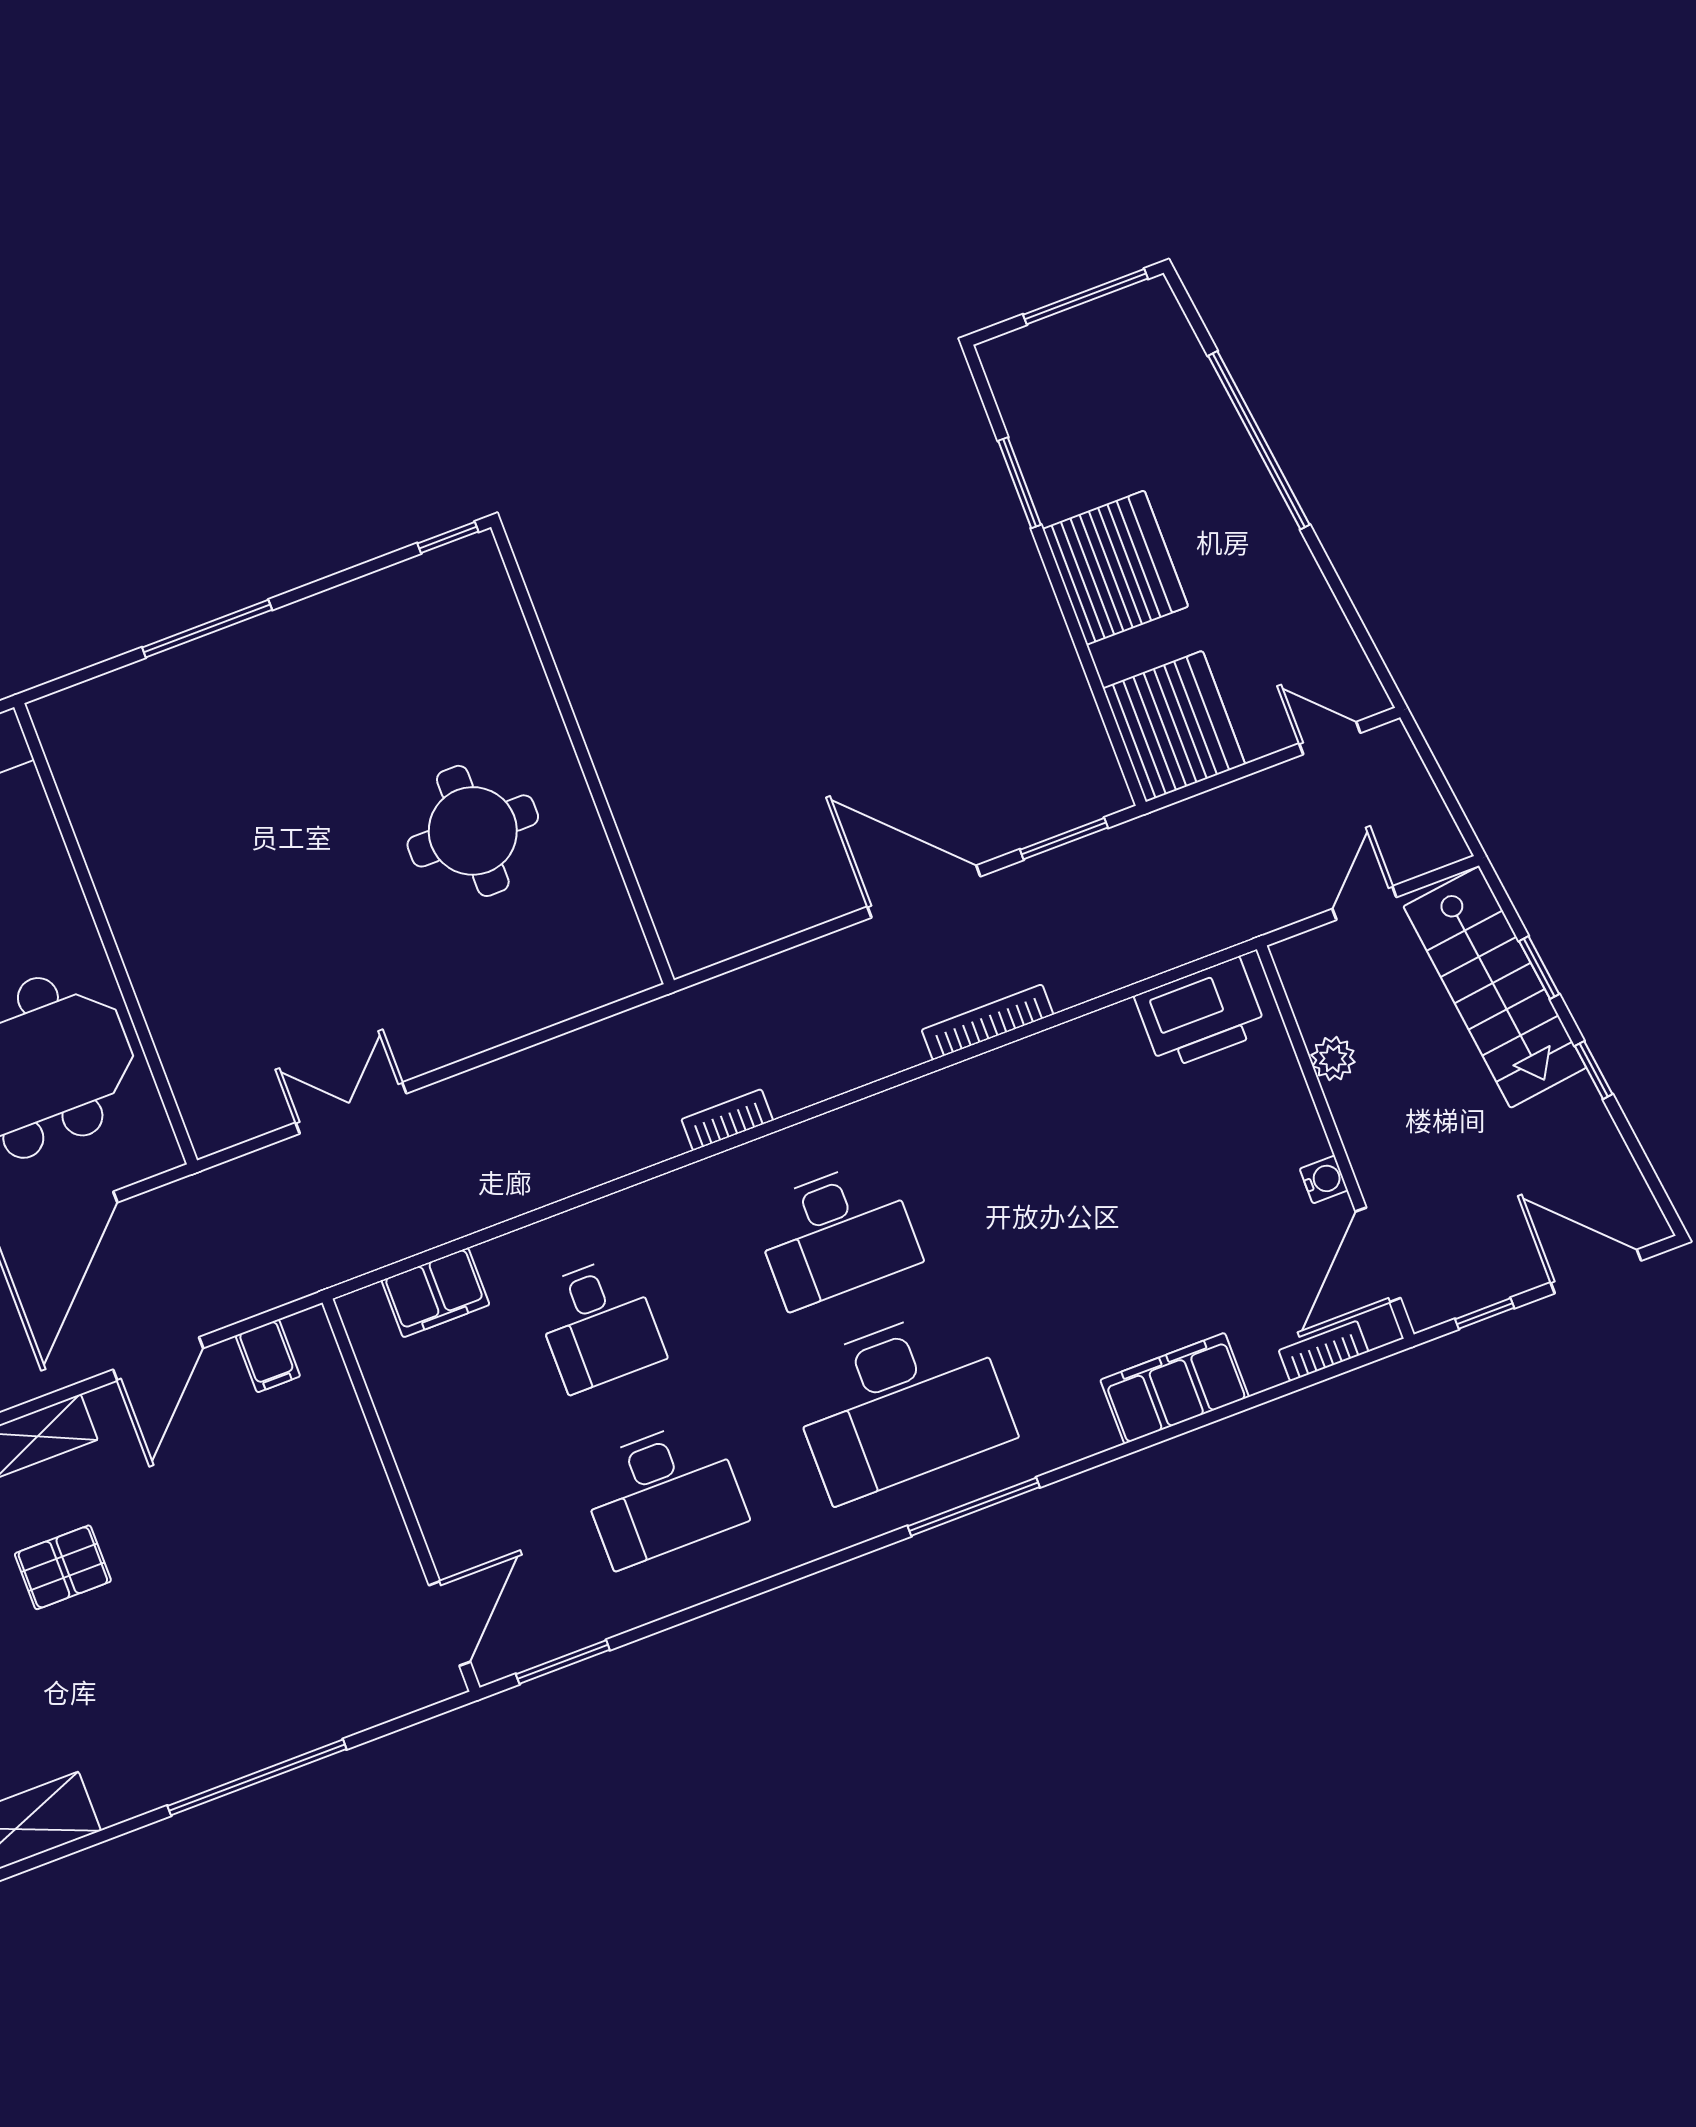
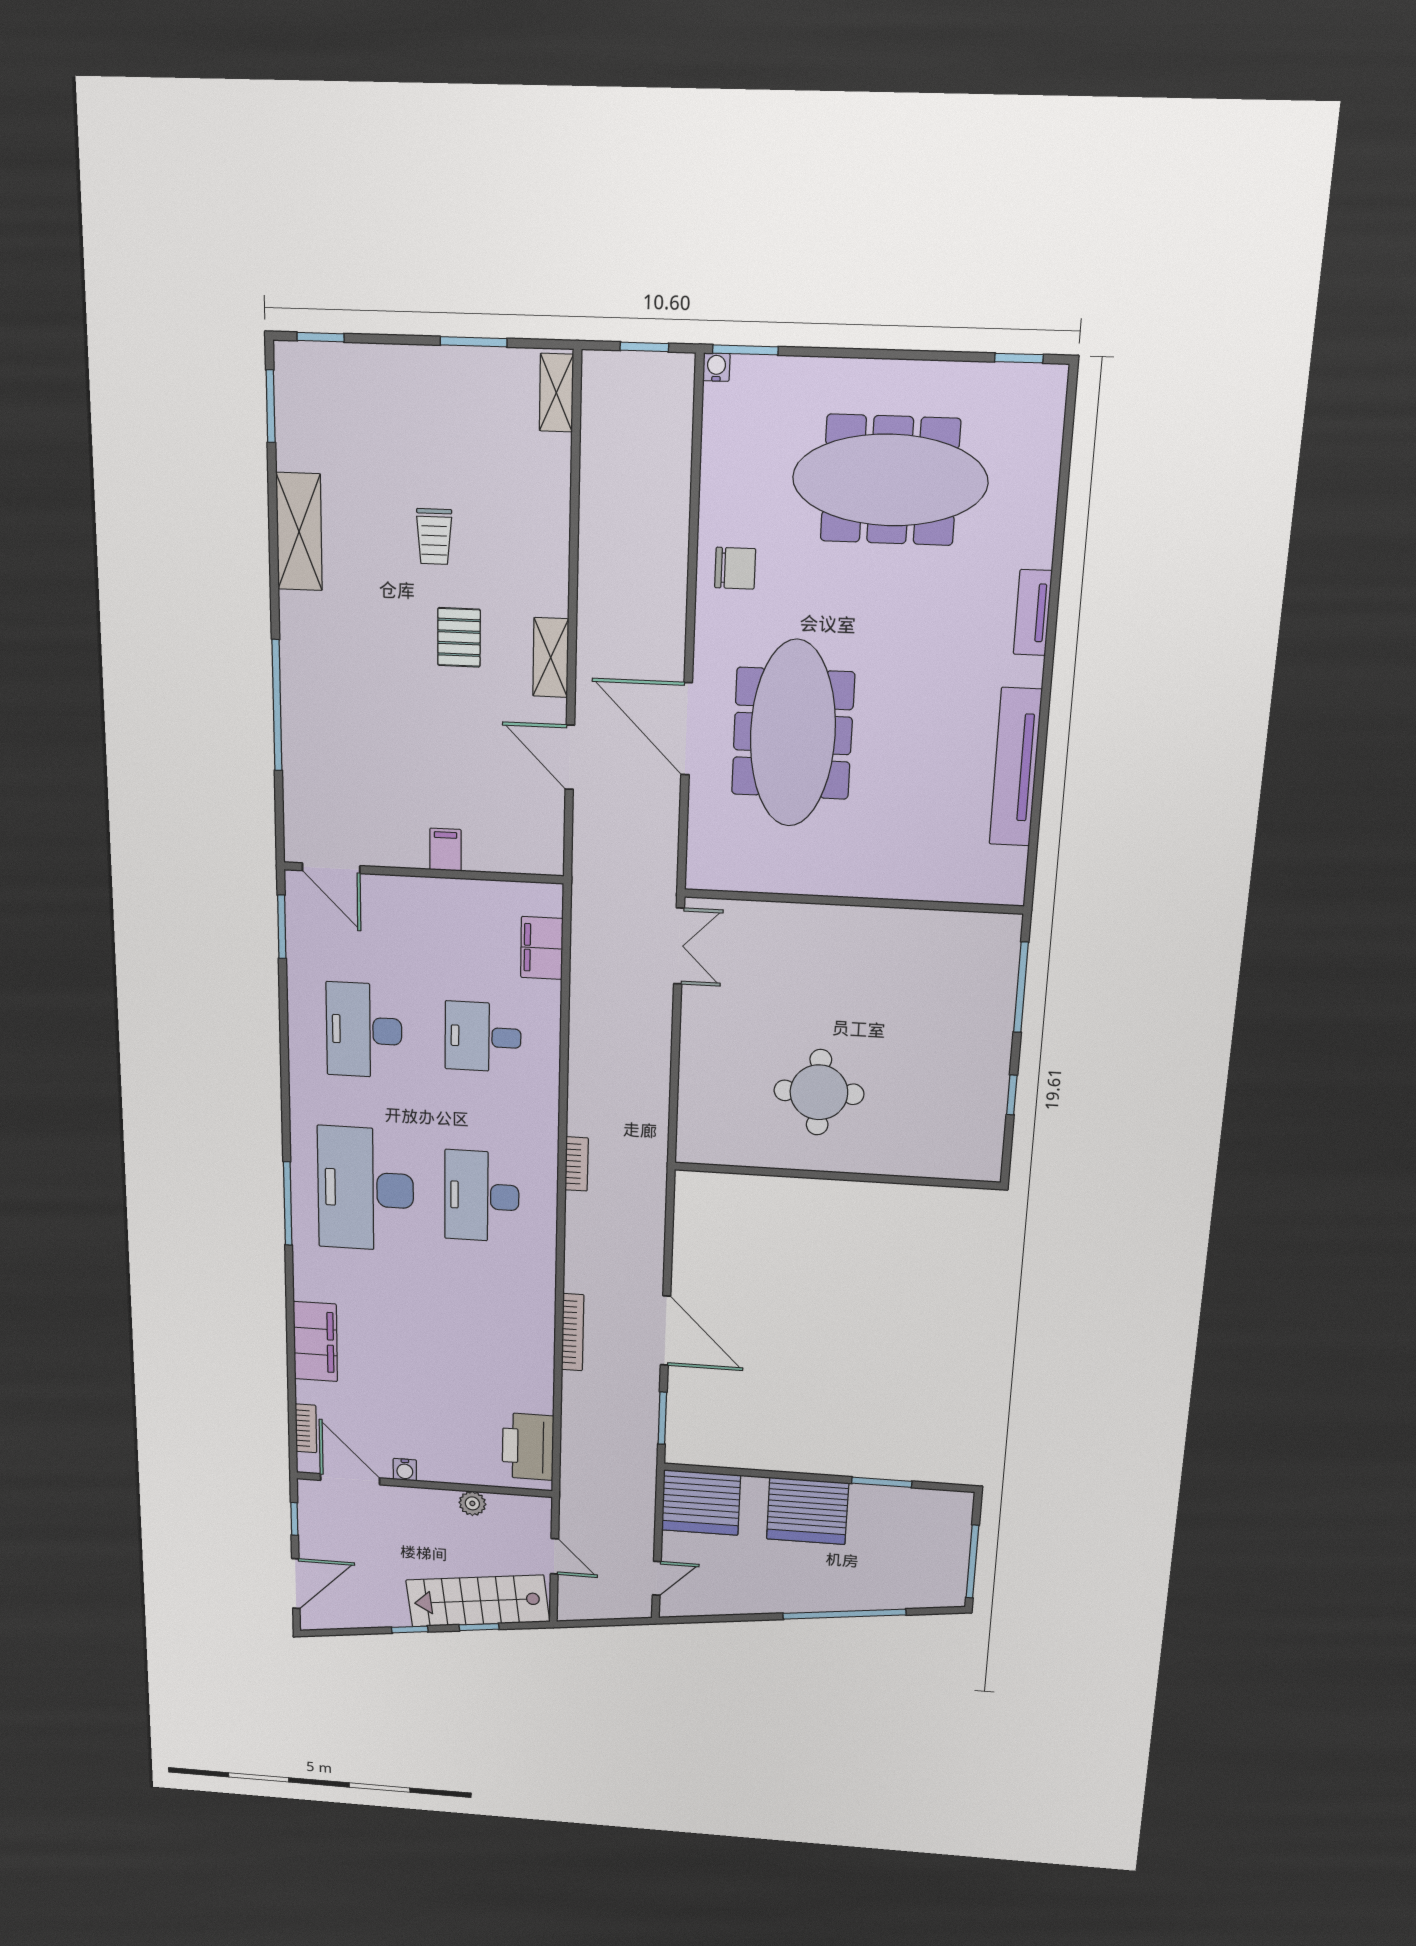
window: (448, 538) -> (1012, 1095), moved
door: (924, 891) -> (665, 1331), hinge flipped
wall: (106, 934) -> (853, 901), moved
filing cabinet: (268, 1356) -> (445, 850), moved, turned 90

